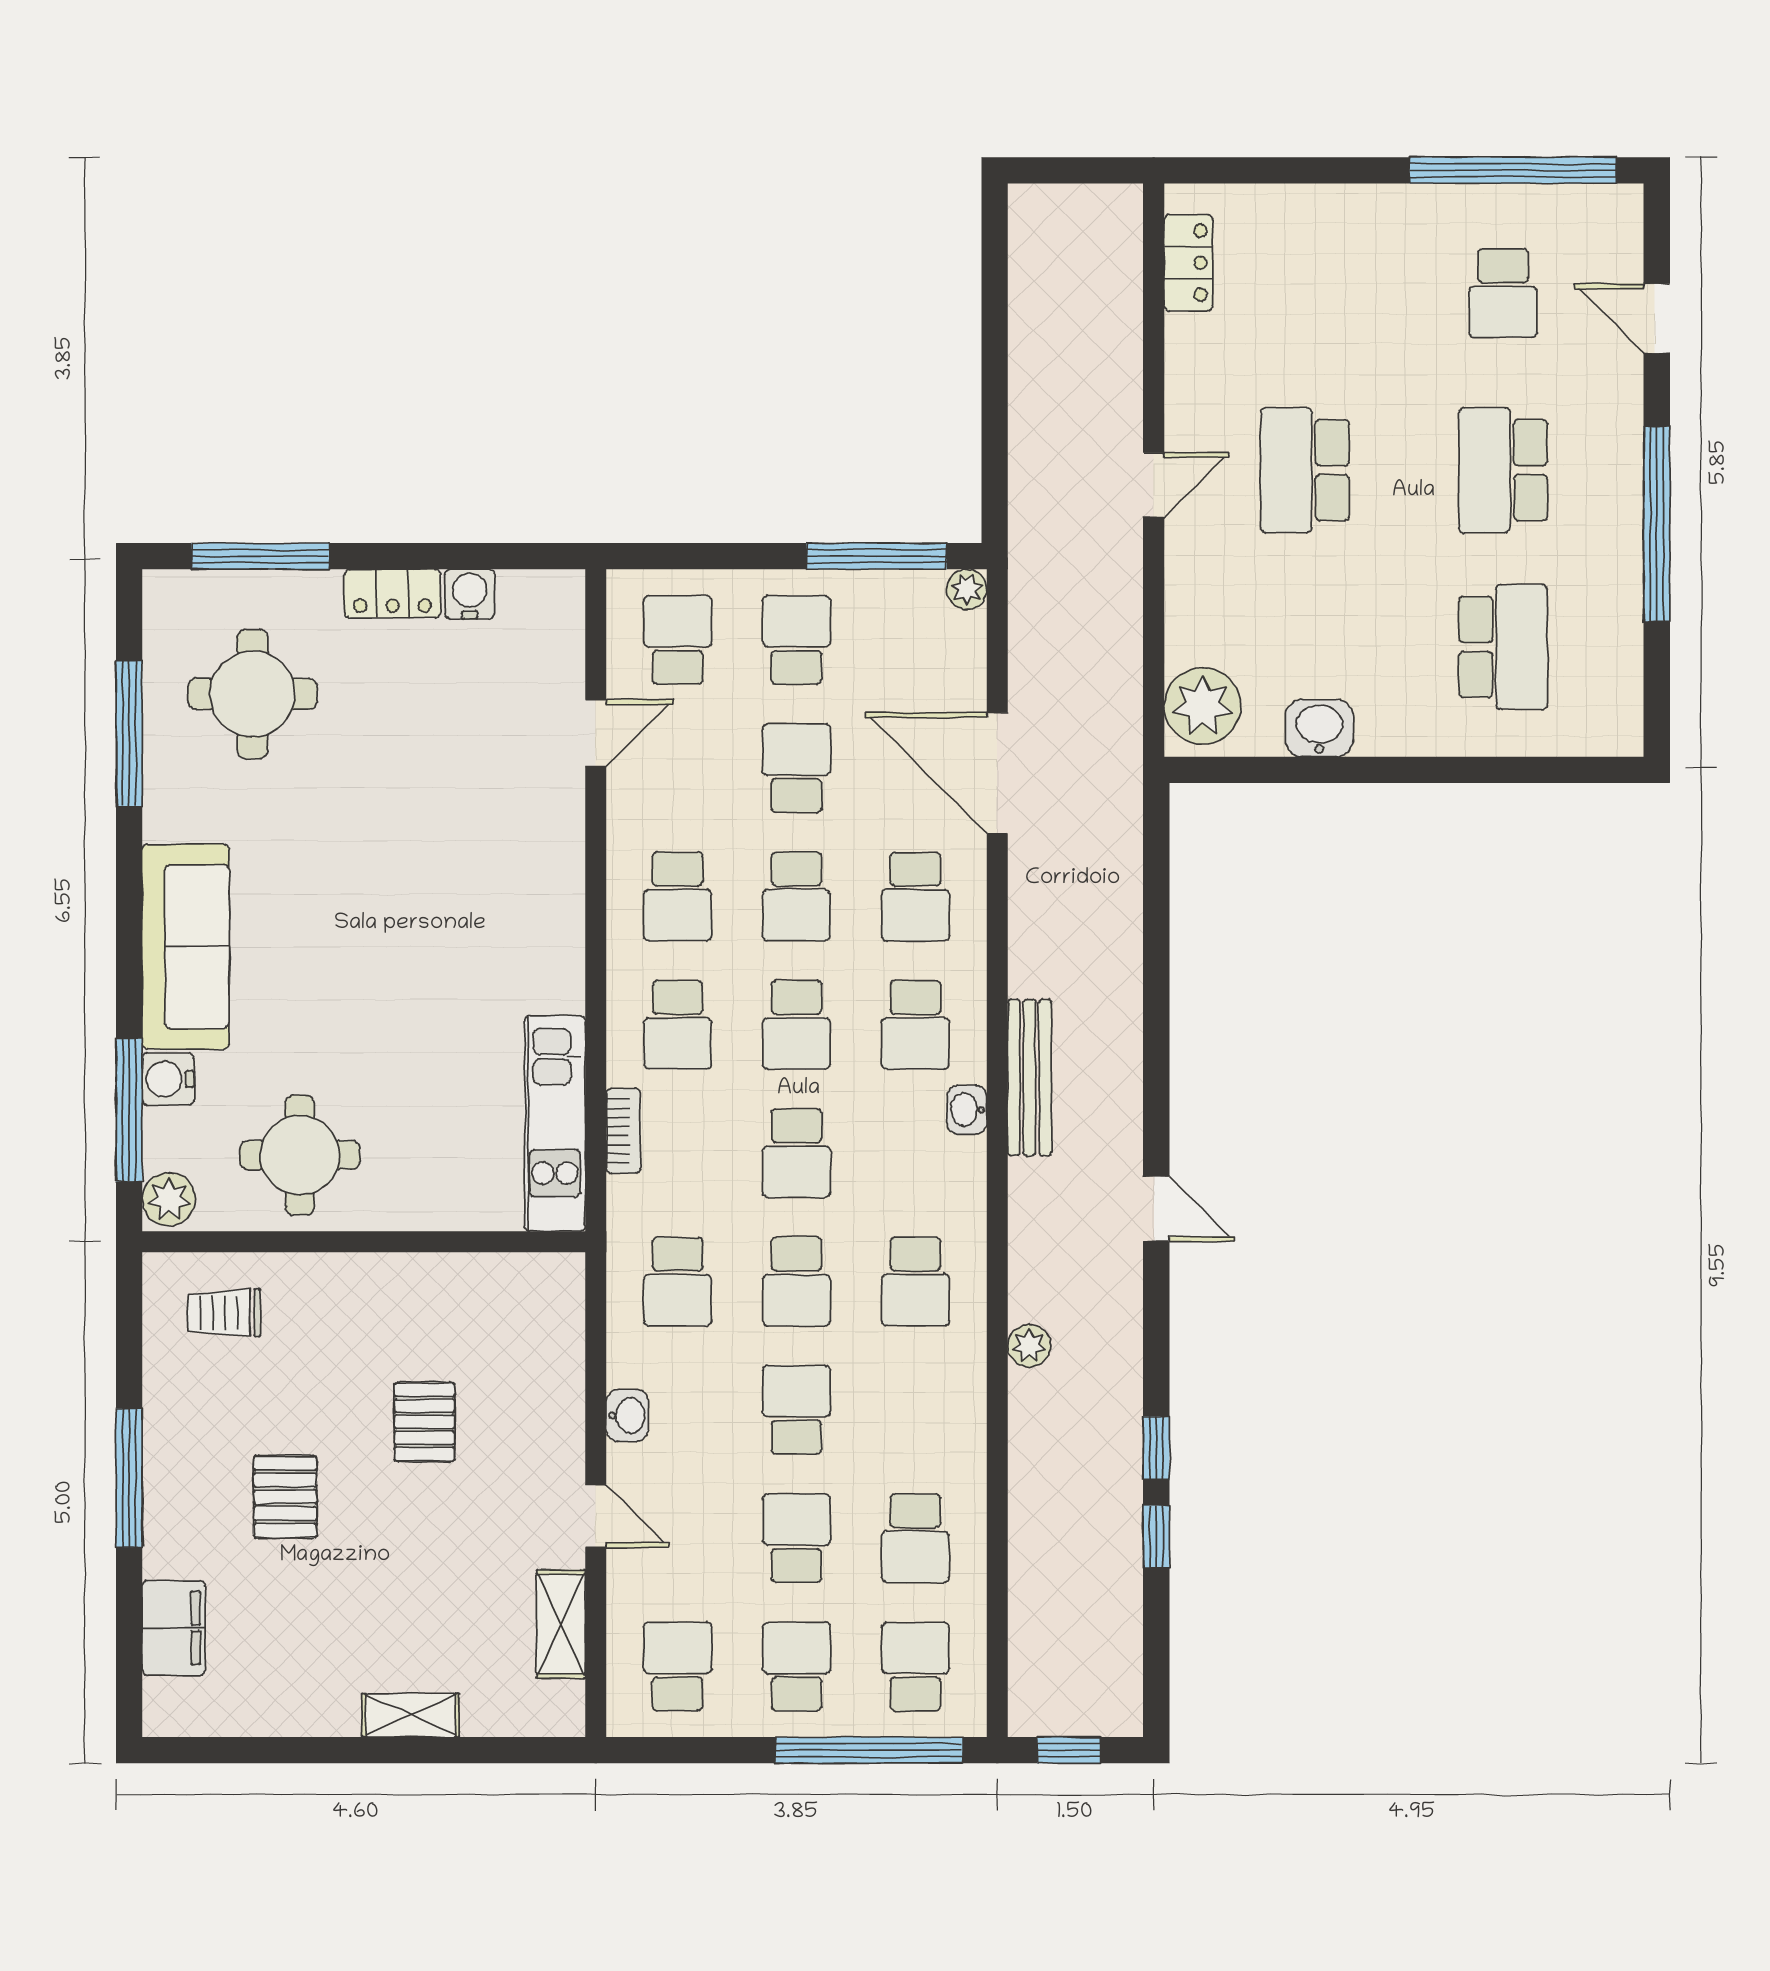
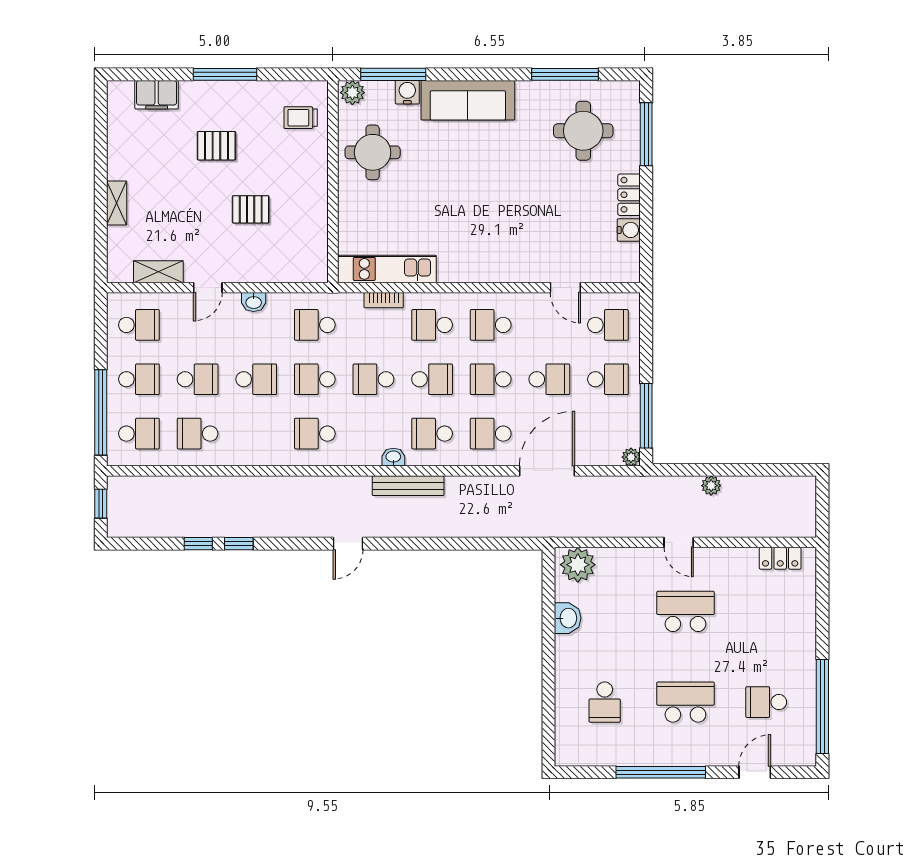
school desk: (1503, 647) -> (605, 702), width x0.54
school desk: (796, 1025) -> (432, 379), turned 180
trolley: (224, 1313) -> (301, 118), turned -90
plant: (1029, 1346) -> (711, 486), moved

